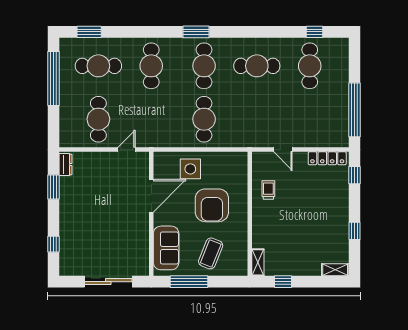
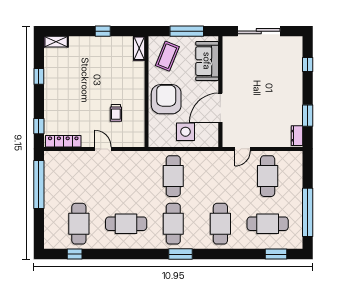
wall: (250, 214) -> (147, 92), moved
shelving: (258, 262) -> (139, 48), moved

